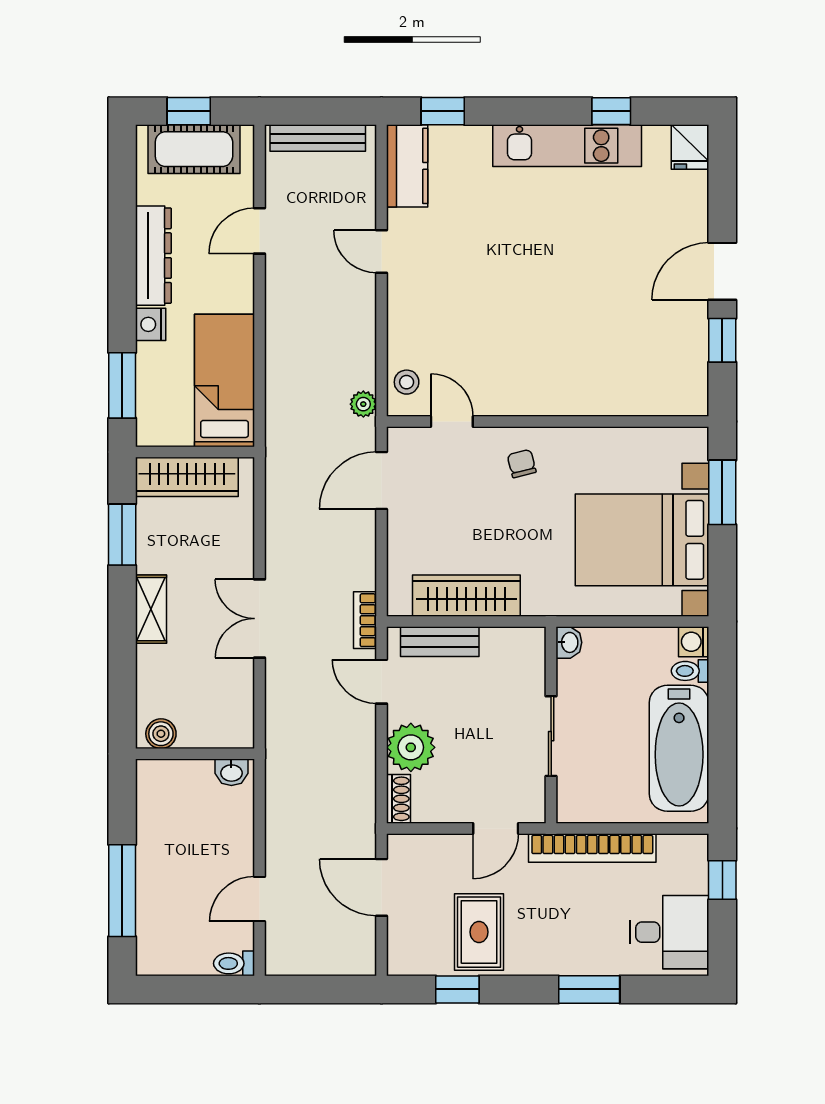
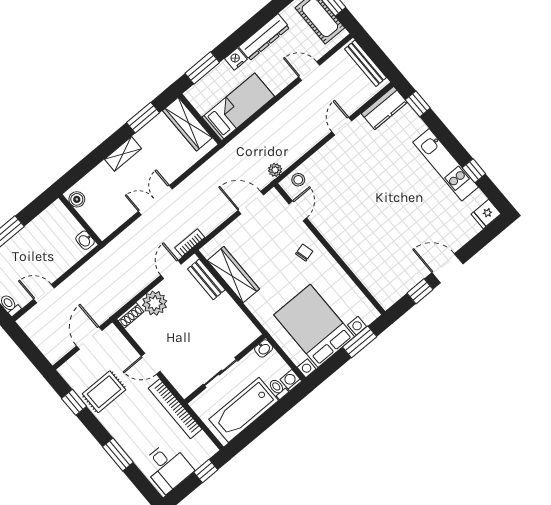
washbasin: (569, 642) -> (264, 348), moved
wall: (551, 725) -> (225, 369), moved
sliding door: (551, 736) -> (221, 373), moved

